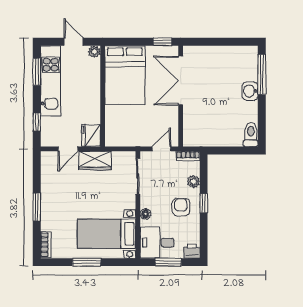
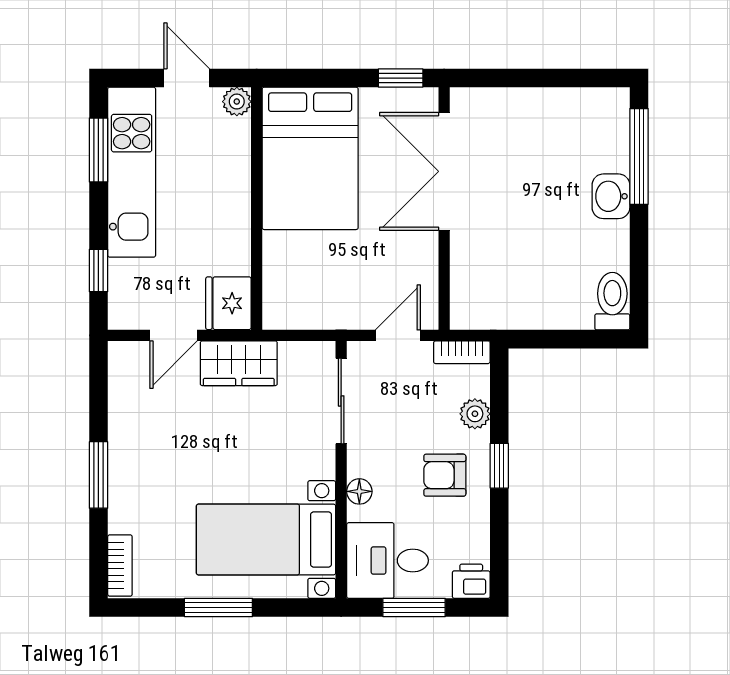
armchair: (181, 207) -> (445, 475), turned -90

